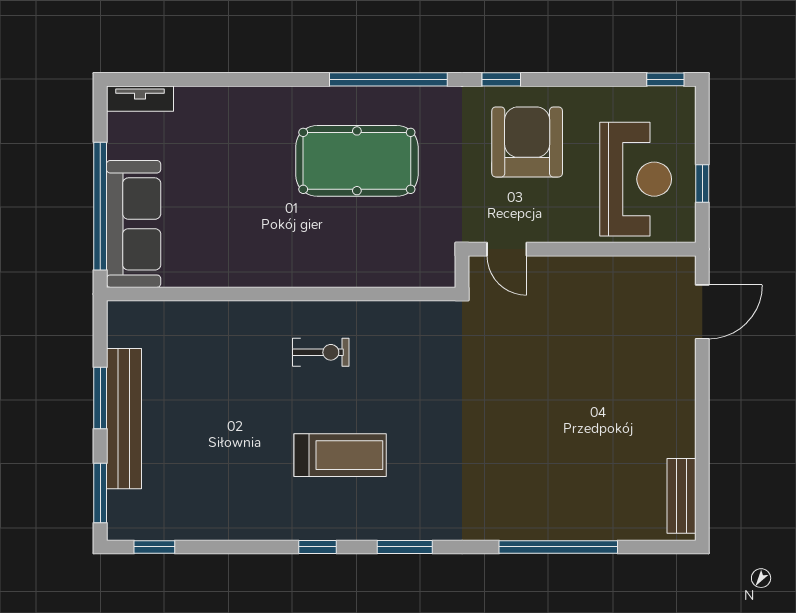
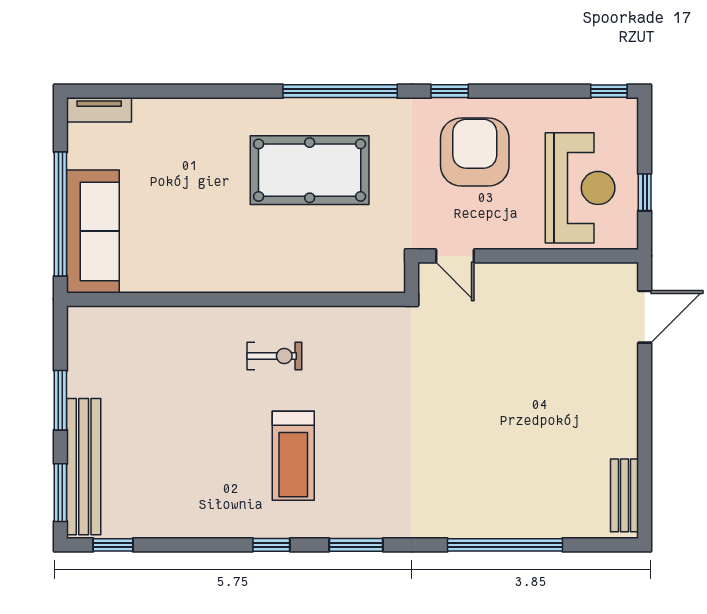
bench: (124, 419) -> (84, 467), moved
treadmill: (340, 455) -> (293, 456), turned 90

